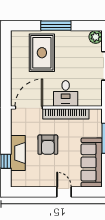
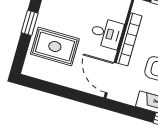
window: (56, 26) -> (30, 23), width x0.69

